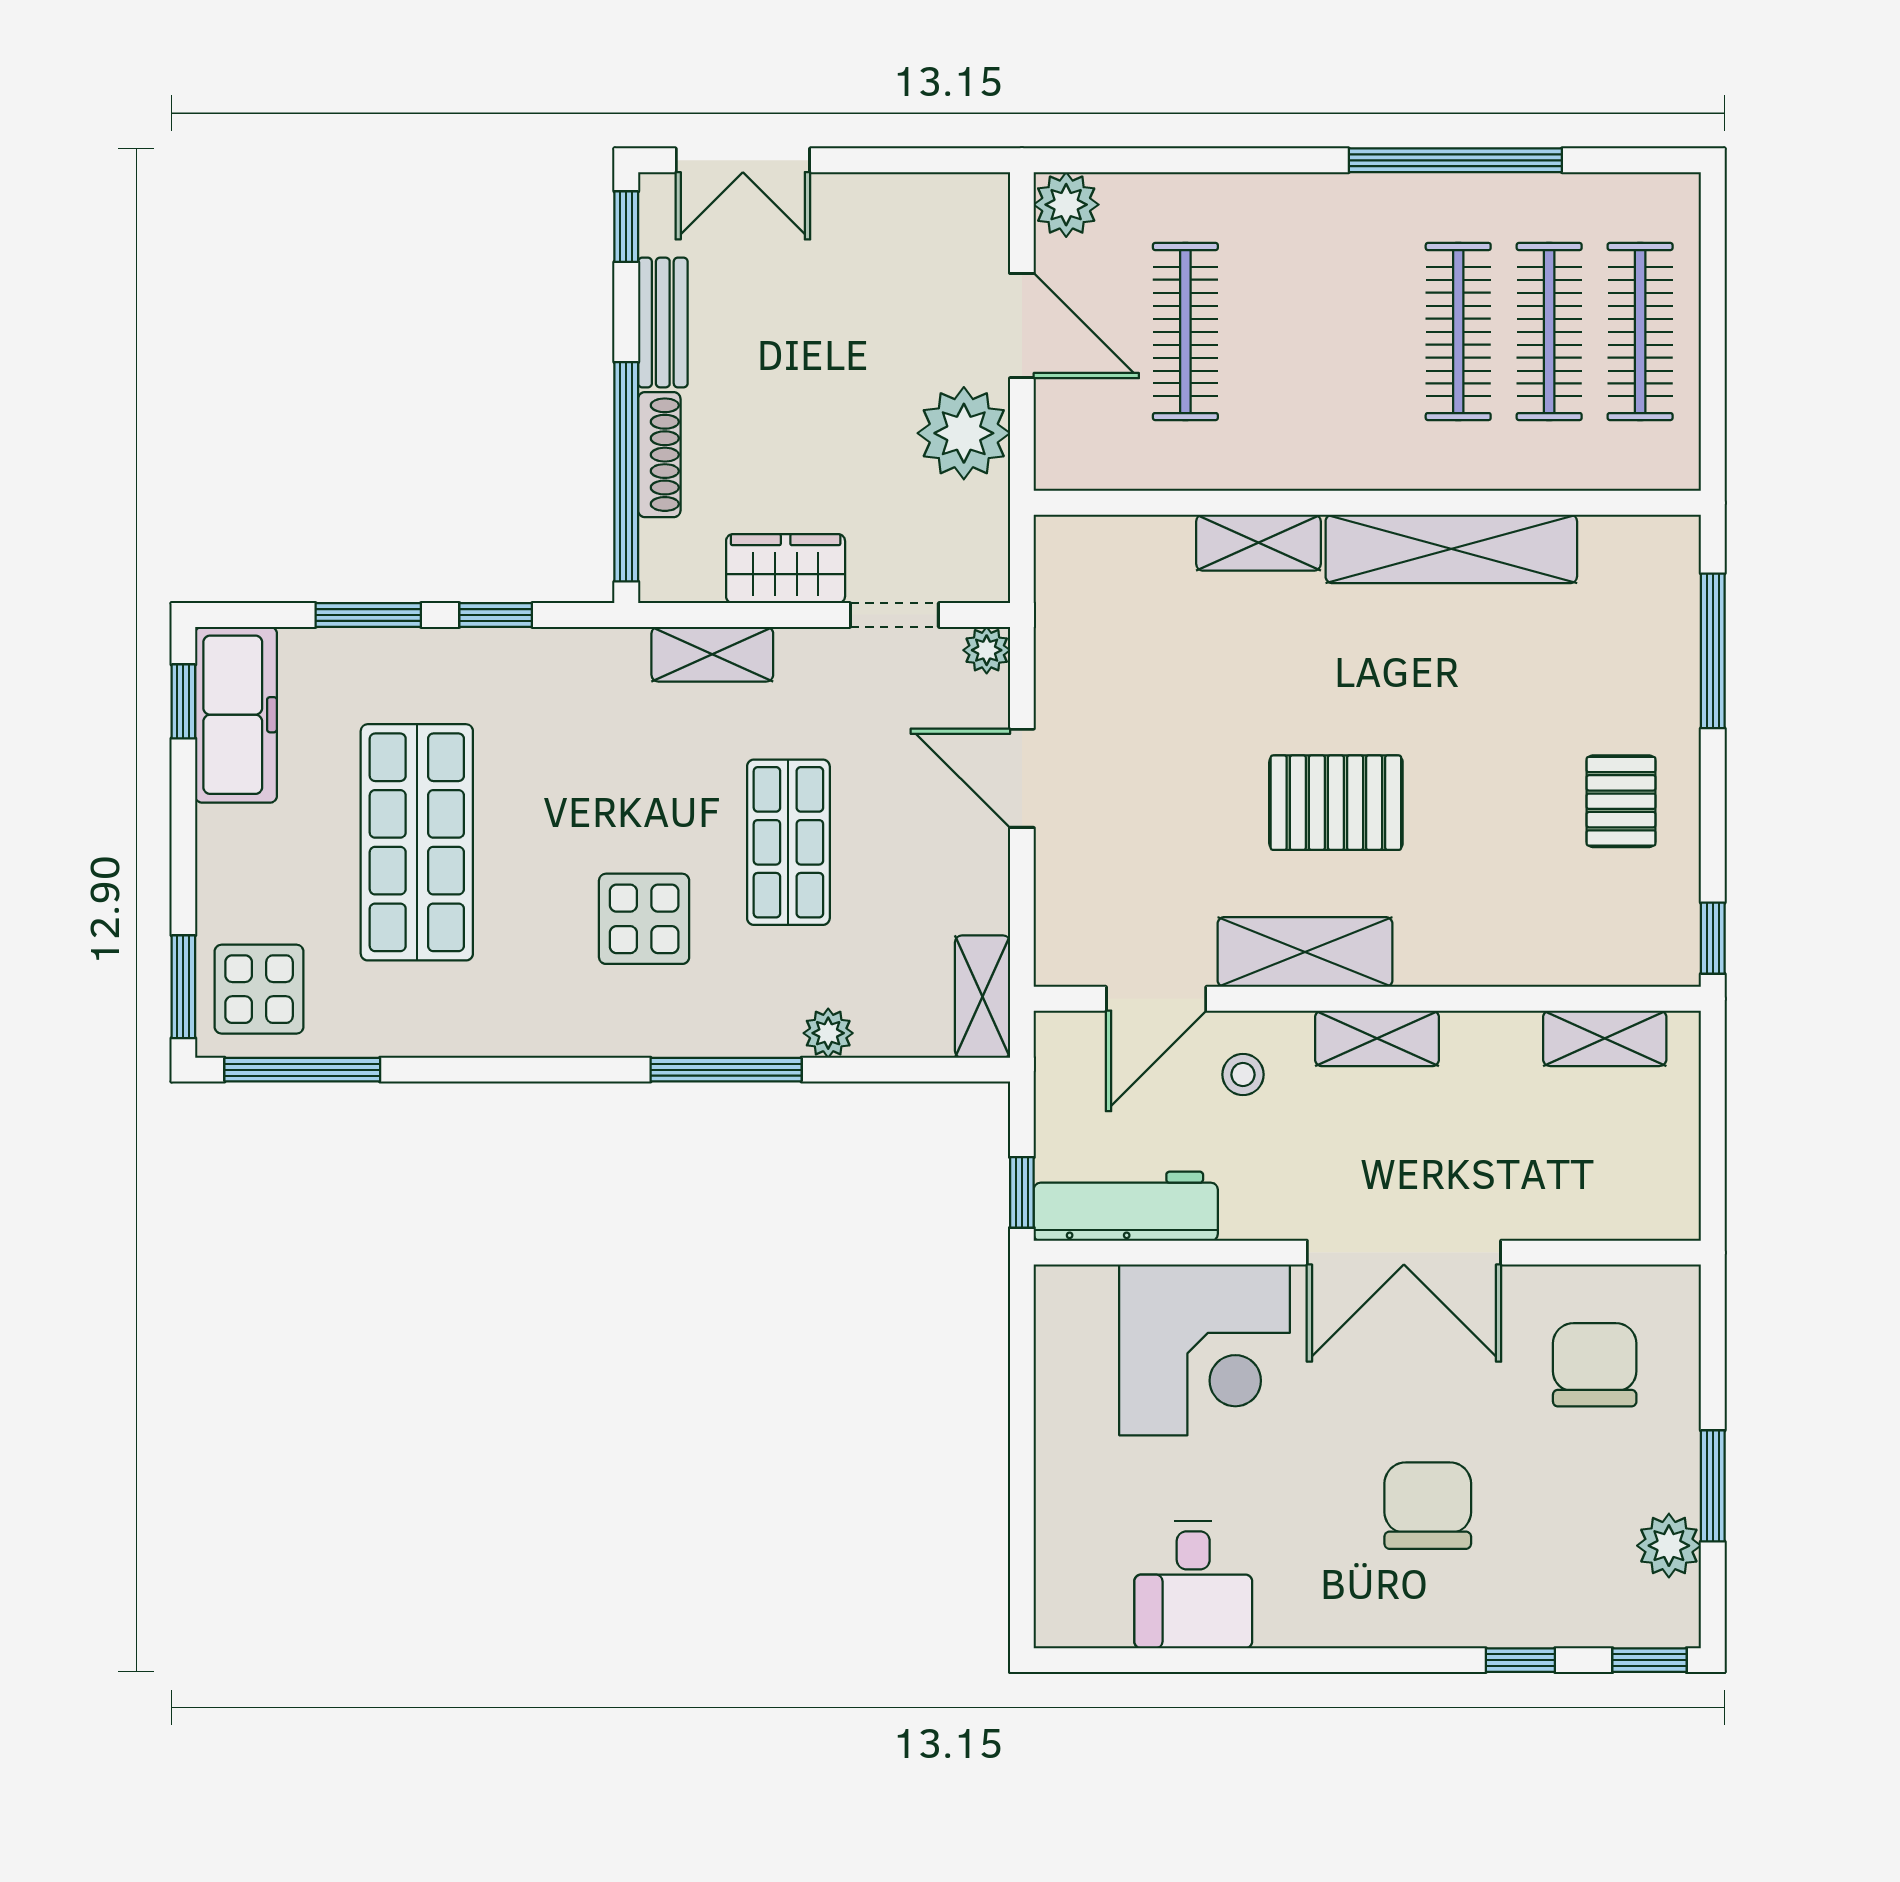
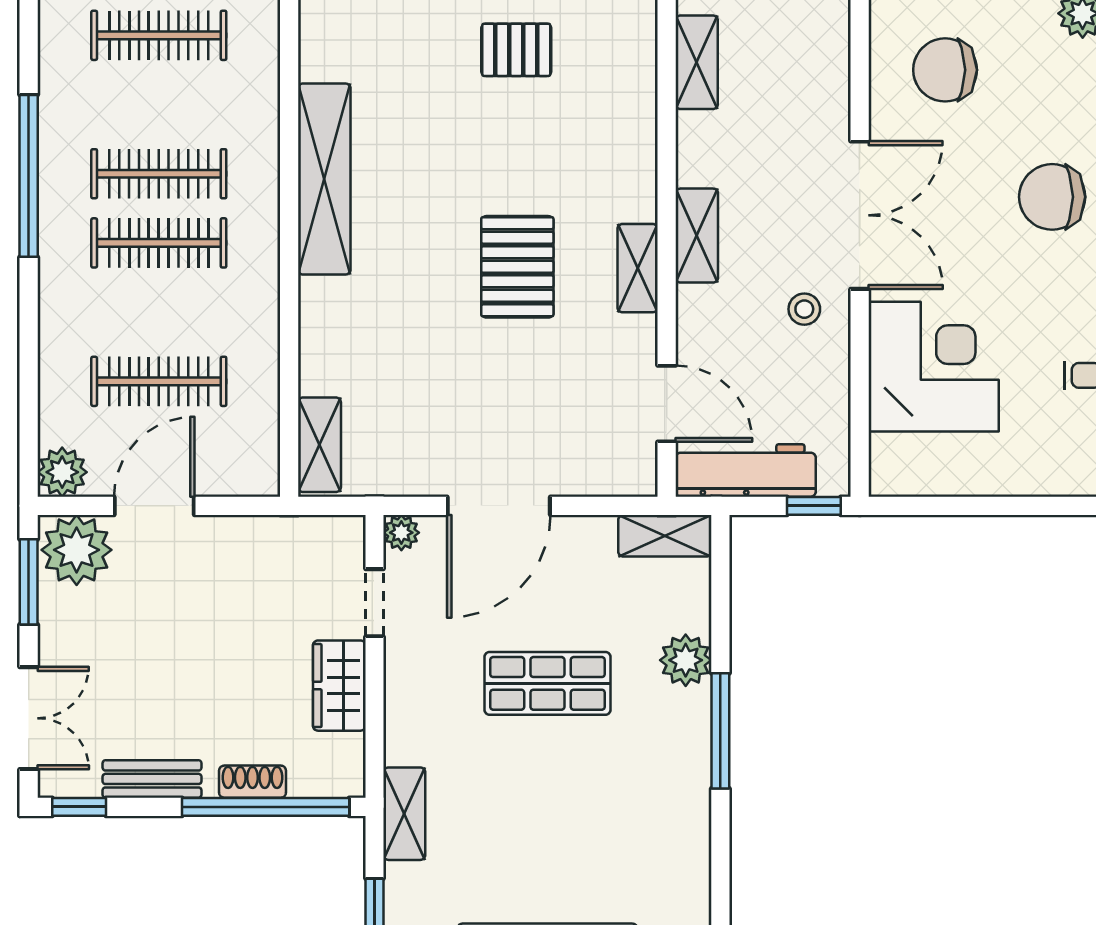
window: (922, 160) -> (29, 582), added
clothes rail: (1549, 332) -> (159, 243), moved
plant: (964, 433) -> (77, 550), moved
shoe rack: (659, 455) -> (253, 782), width x0.70
shelving: (1258, 543) -> (319, 445), moved
shelving: (712, 654) -> (404, 814), moved
door: (1022, 778) -> (499, 506), width x1.36
display table: (644, 919) -> (606, 793), removed
shelving: (1305, 952) -> (638, 268), width x0.67, depth x0.75
plant: (828, 1033) -> (686, 660), width x1.38, depth x1.38
stool: (1243, 1075) -> (804, 309), moved
workbench: (1126, 1206) -> (746, 470), moved, turned 90

